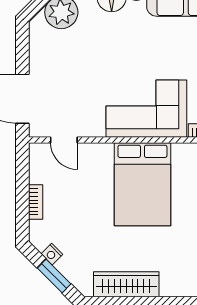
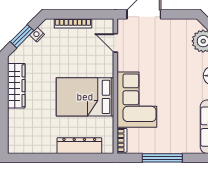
door: (64, 140) -> (115, 43), hinge flipped
bookcase: (36, 202) -> (73, 23), width x1.56

